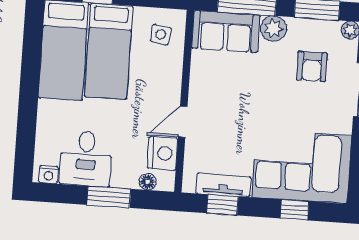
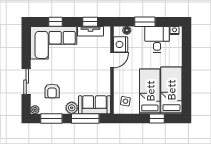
armchair: (312, 66) -> (52, 91), turned 180

